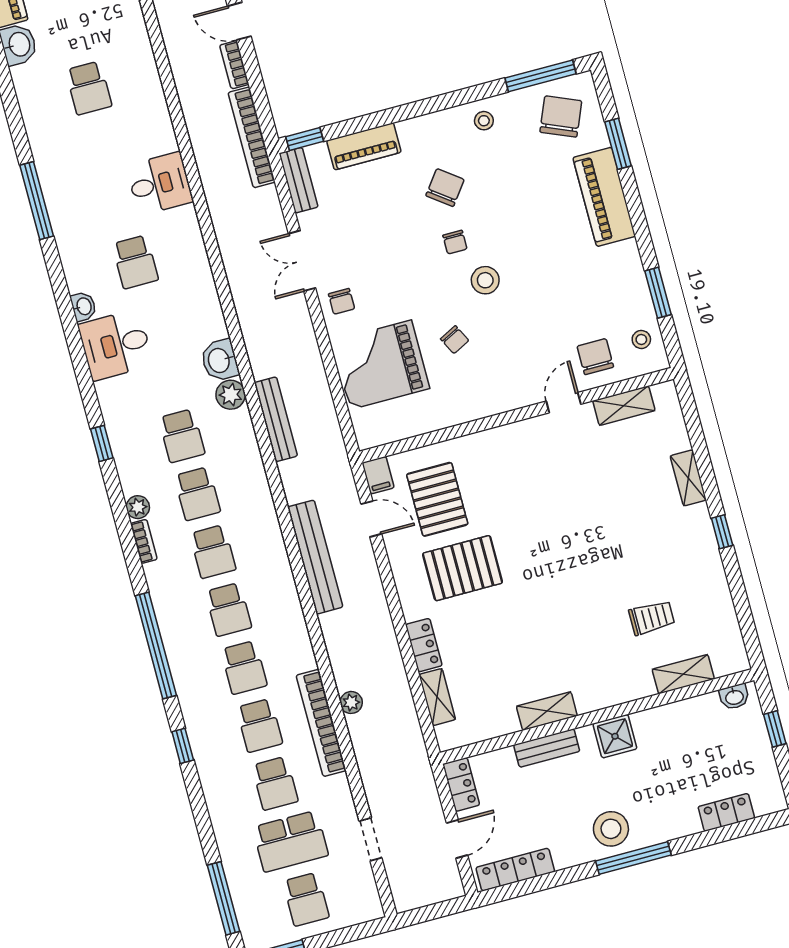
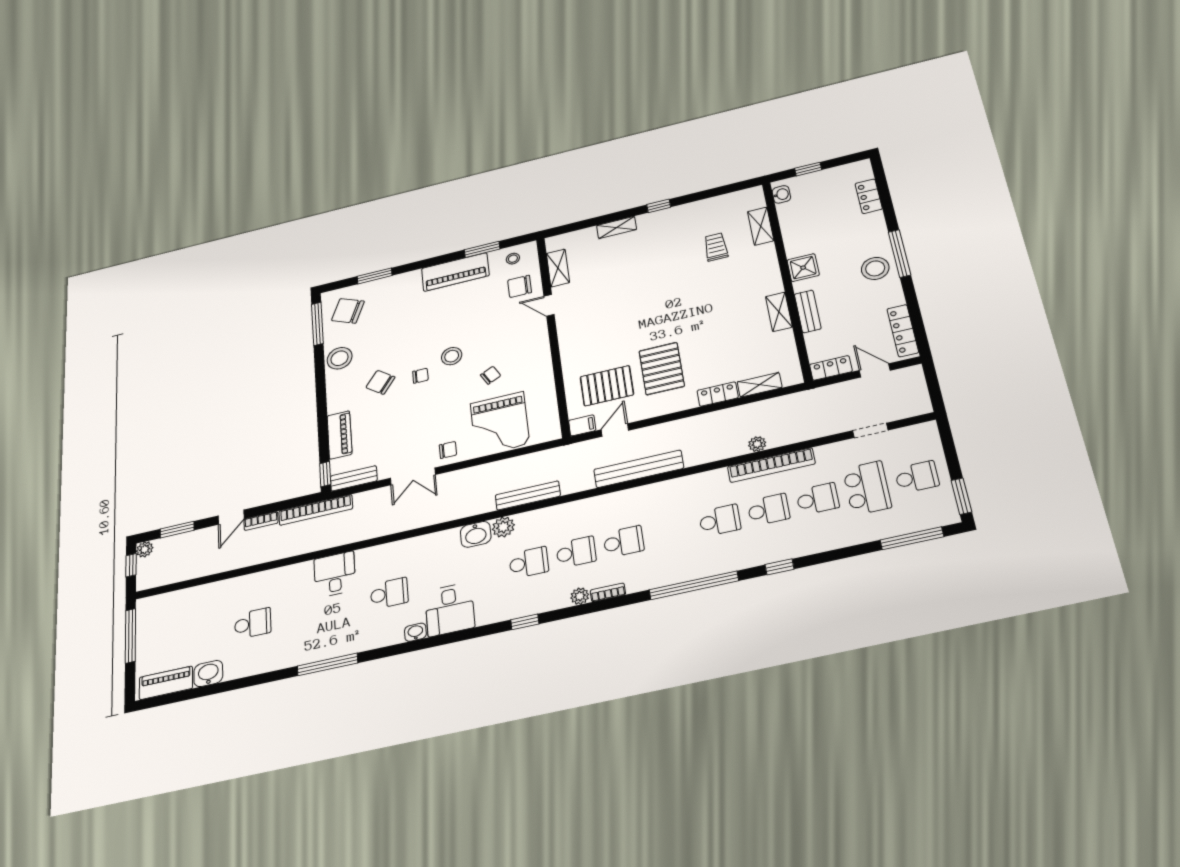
stool: (484, 121) -> (340, 358), width x1.89, depth x1.89
piano: (604, 197) -> (455, 272), moved
school desk: (228, 610) -> (672, 531), removed

